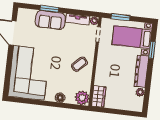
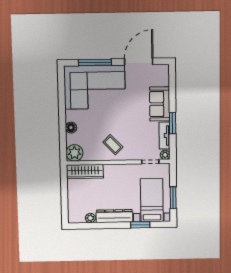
window: (49, 9) -> (173, 123), moved
window: (121, 17) -> (173, 198), moved
window: (8, 70) -> (95, 62), added
wardrobe: (99, 96) -> (85, 172), width x1.50

